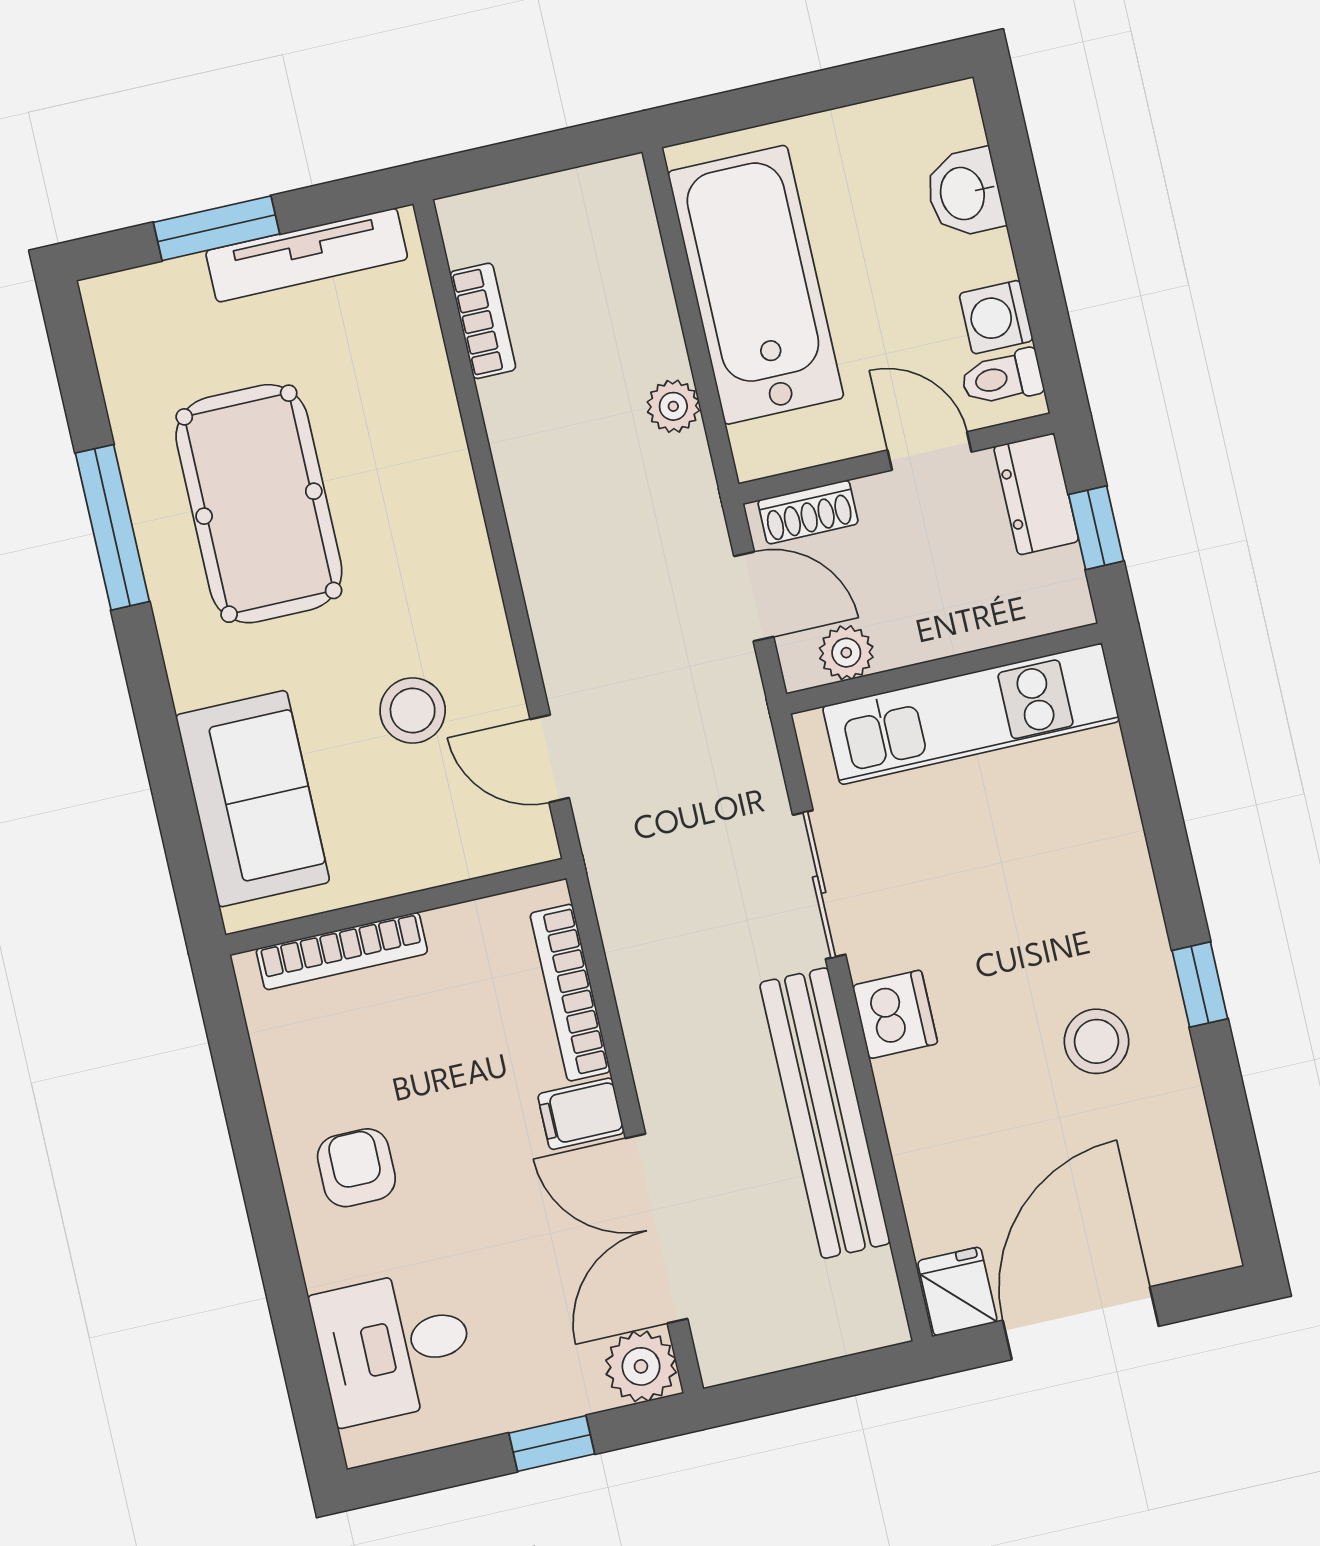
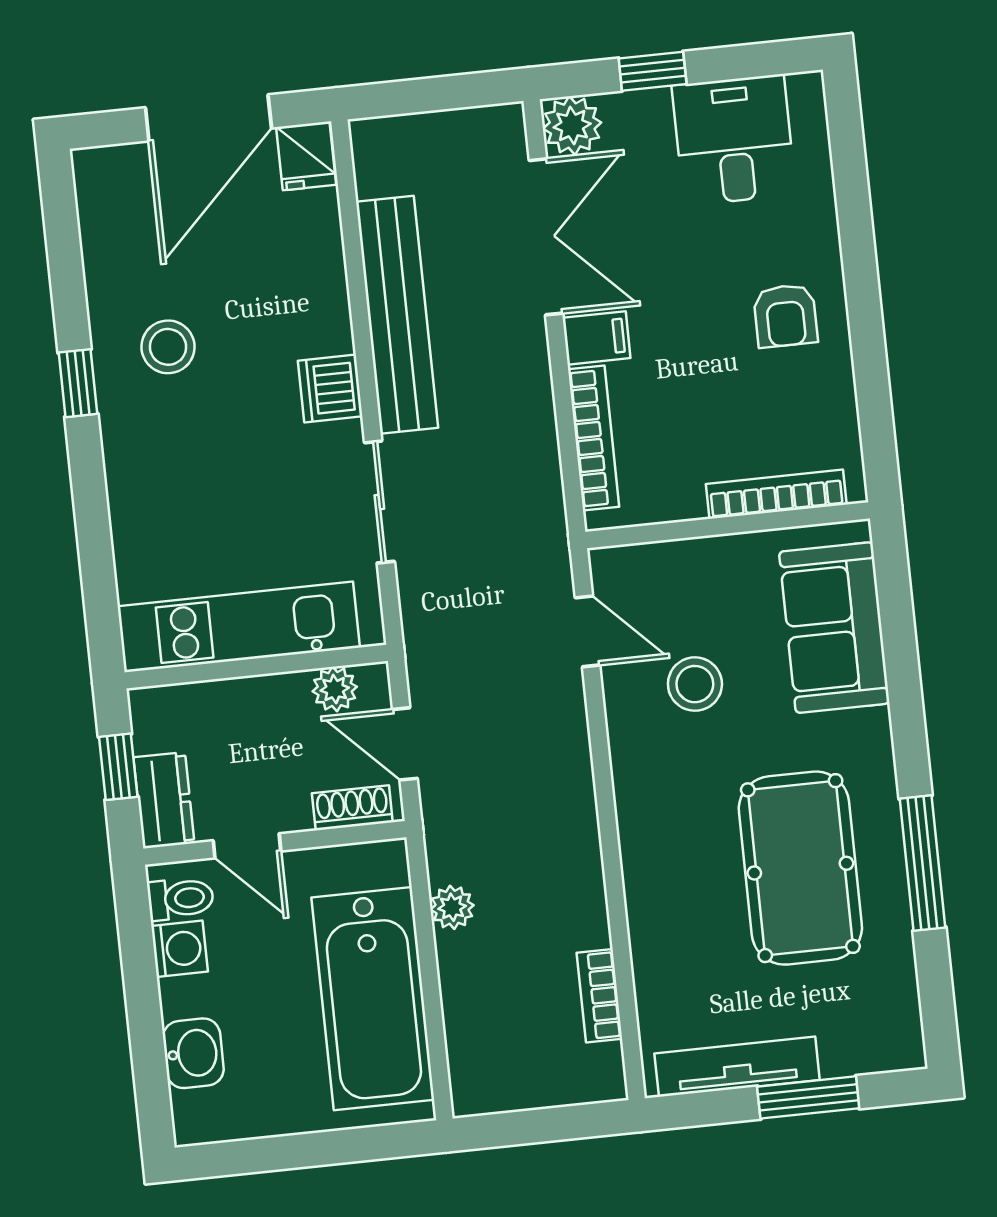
desk: (394, 1346) -> (734, 140), moved, turned -90

